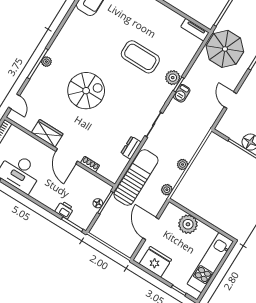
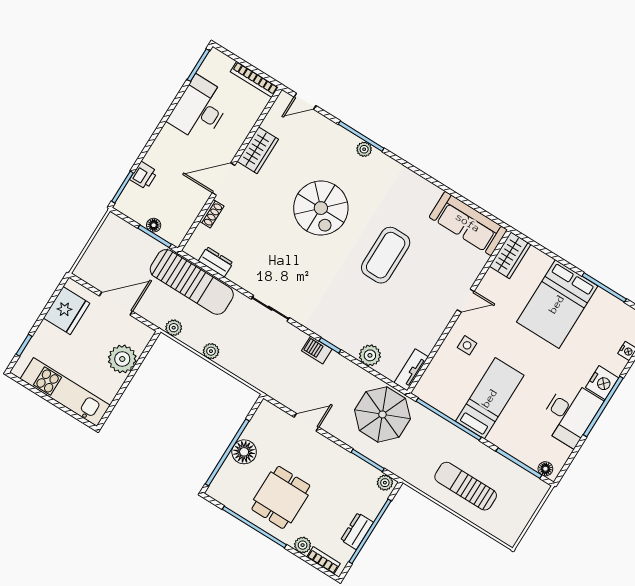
coffee table: (140, 57) -> (386, 255), moved
plant: (173, 78) -> (370, 355), moved
dresser: (131, 148) -> (216, 262), moved

